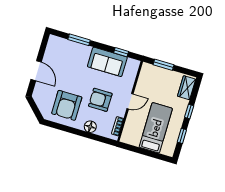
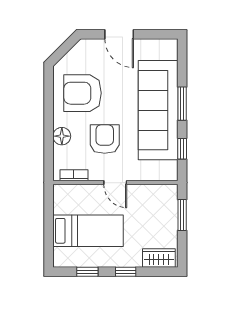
window: (79, 40) -> (182, 104), moved
sofa: (107, 62) -> (158, 110), width x1.85, depth x1.27
door: (36, 71) -> (119, 34), hinge flipped

